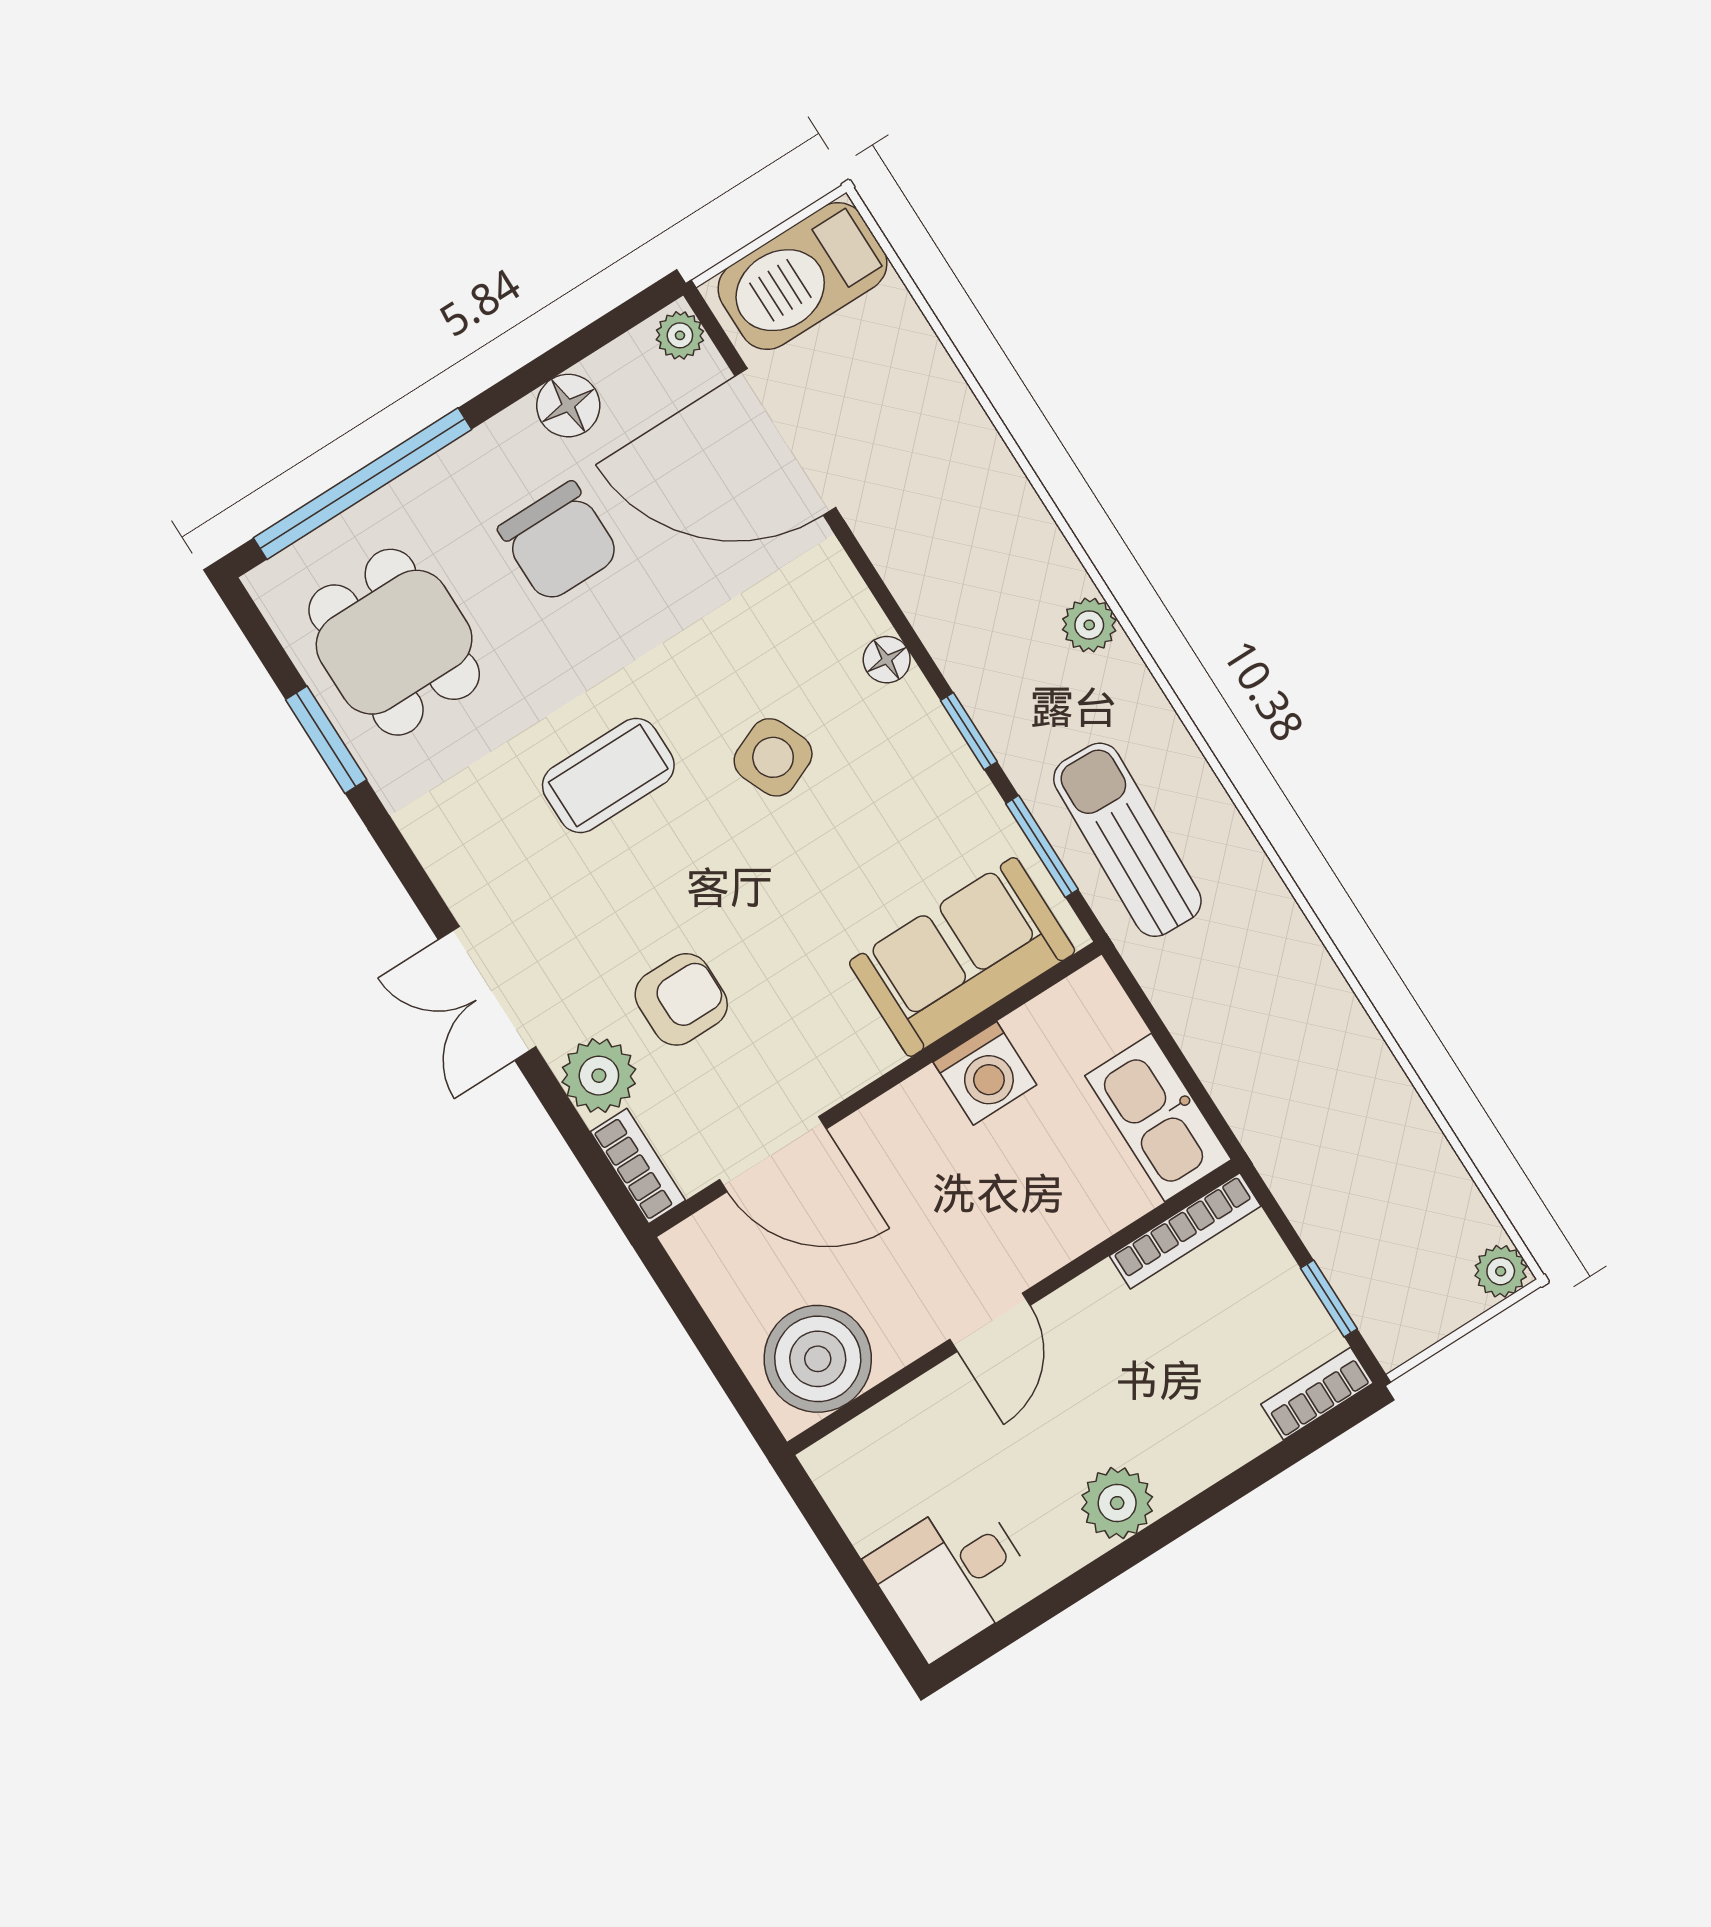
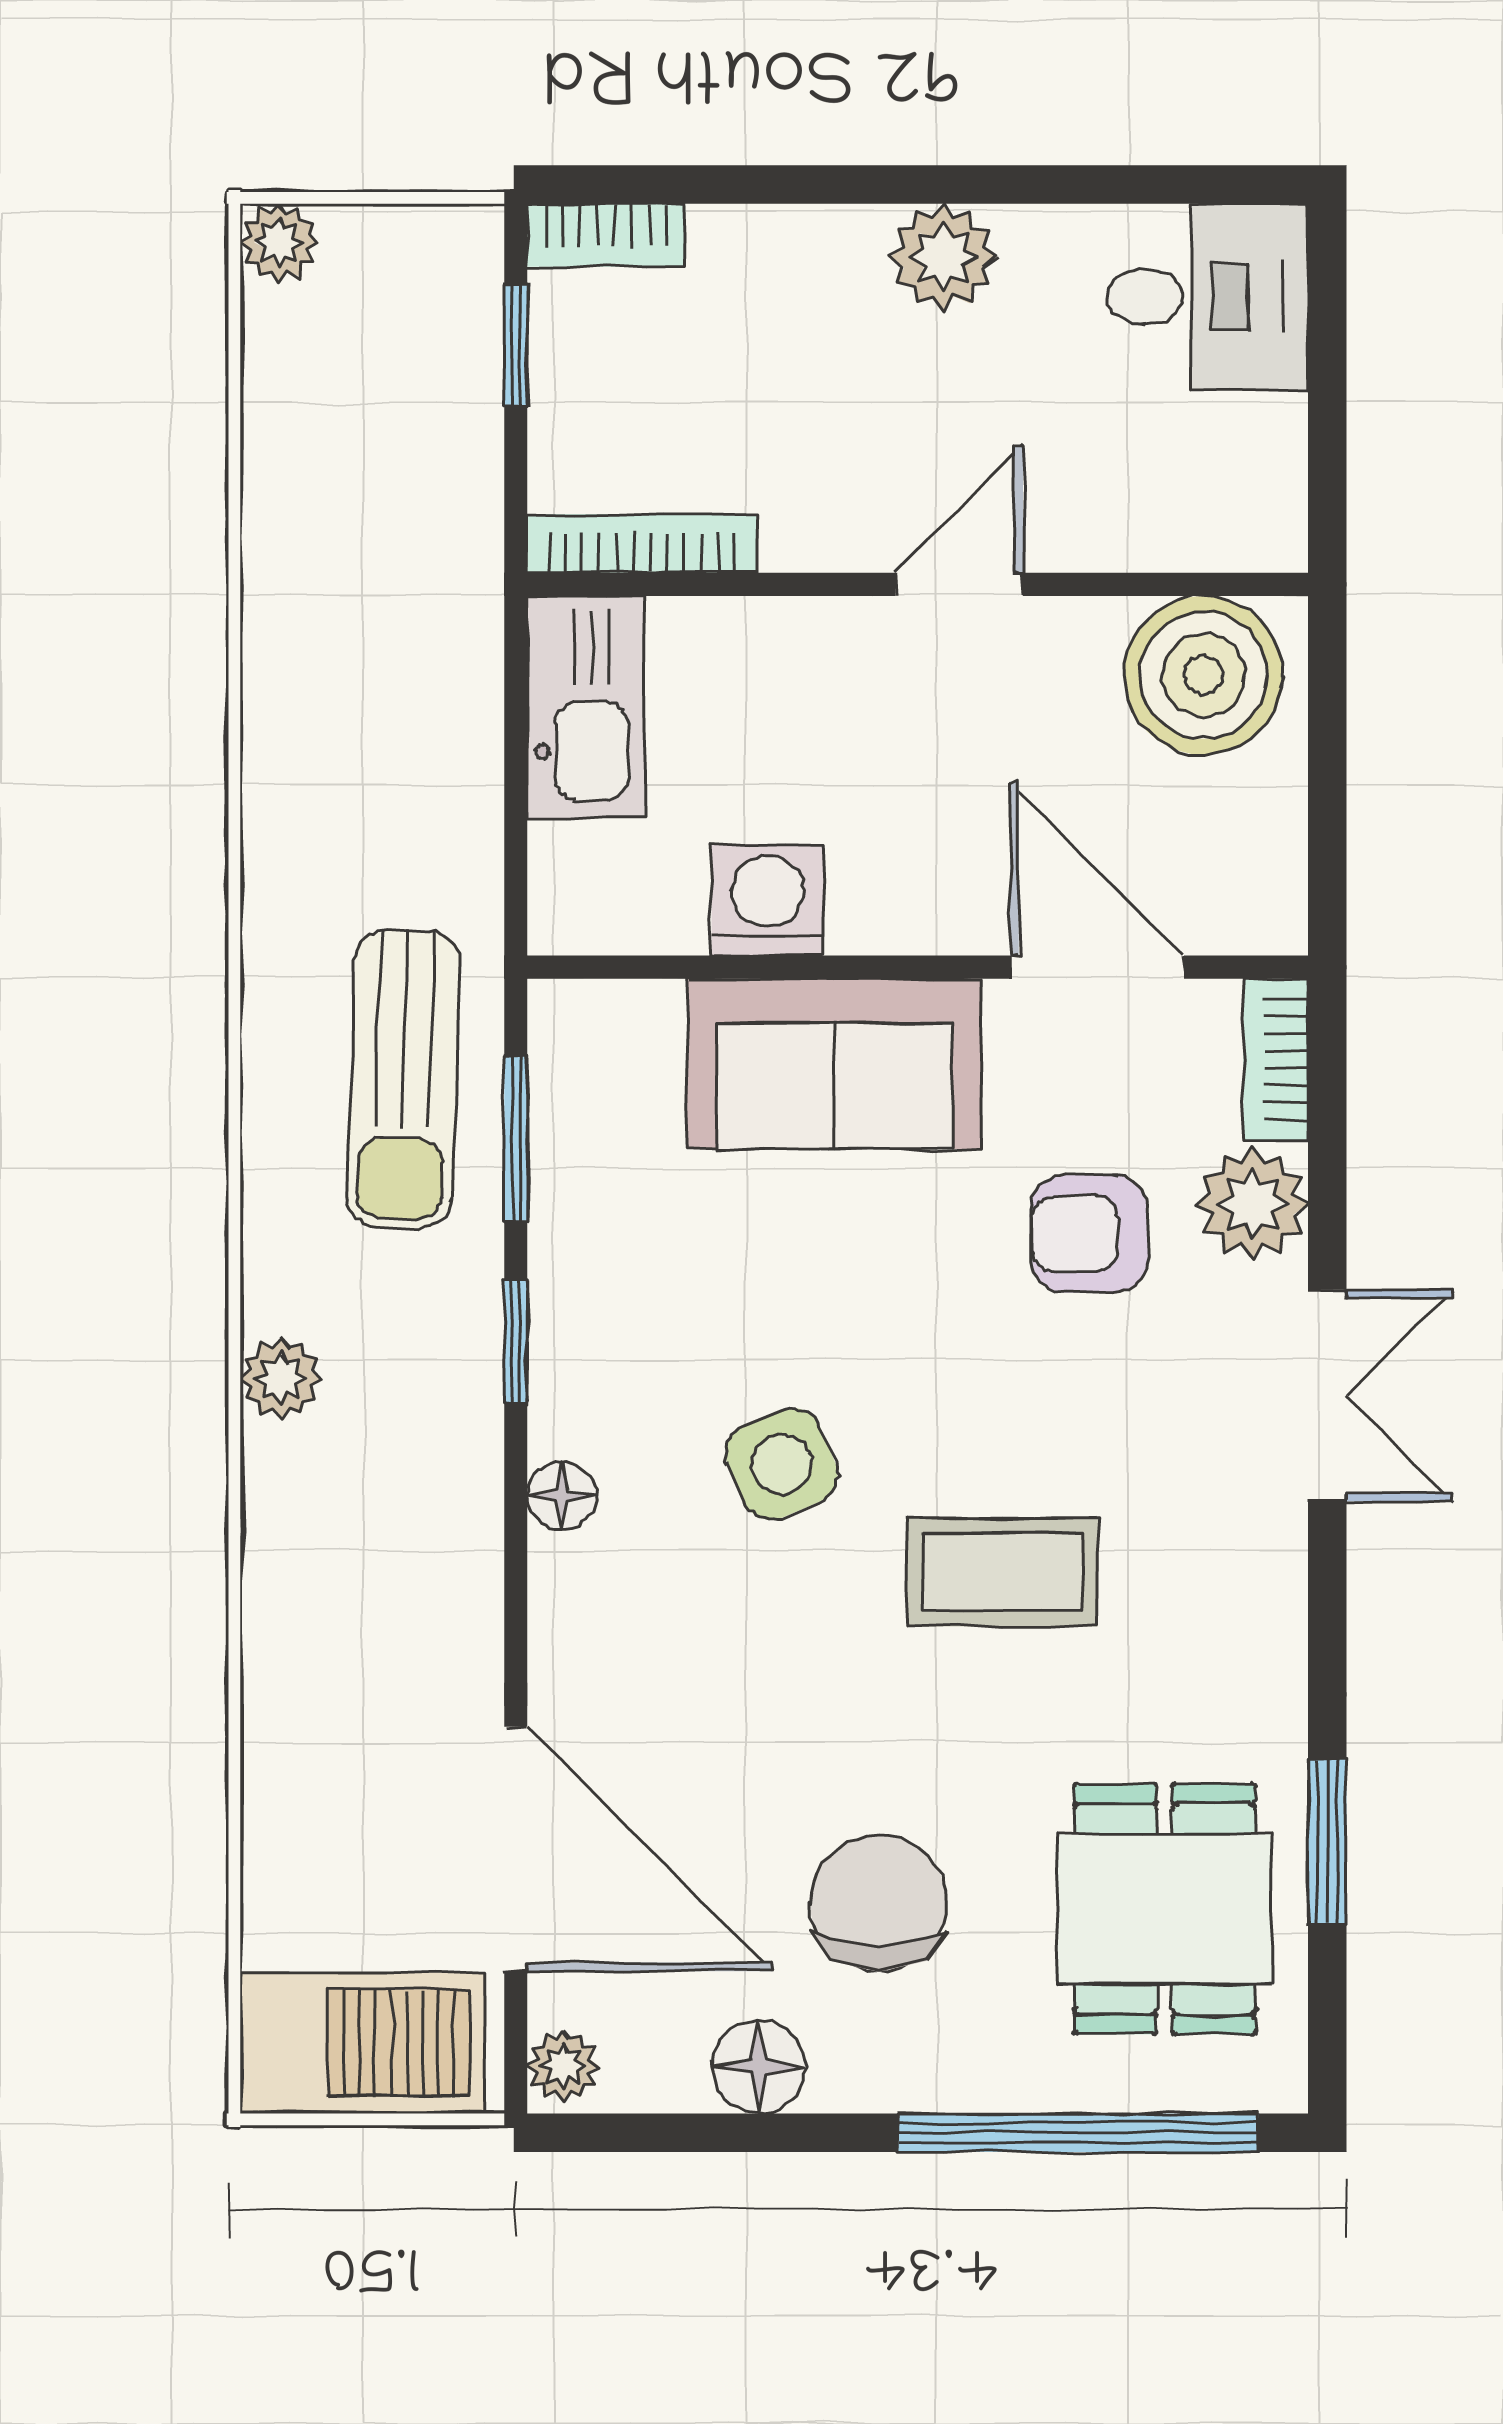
sofa: (962, 957) -> (834, 1064), moved

